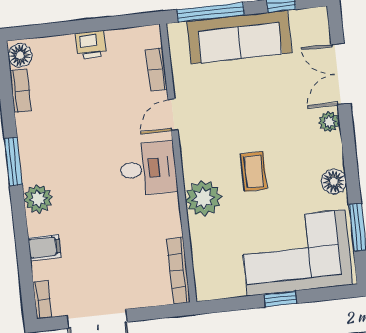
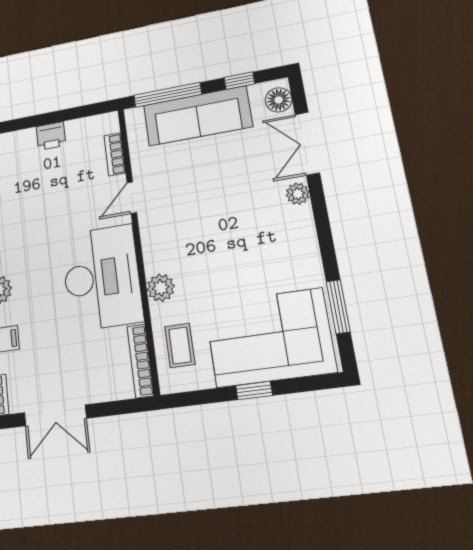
desk: (148, 168) -> (102, 278), width x1.87, depth x1.30
coffee table: (254, 172) -> (180, 345), moved
floor lamp: (334, 182) -> (279, 100), moved
plant: (203, 198) -> (161, 288), width x0.73, depth x0.73

